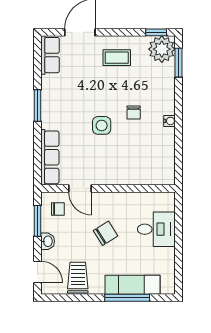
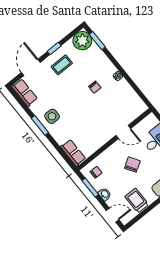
window: (156, 32) -> (54, 48), moved
side table: (102, 125) -> (52, 116), moved
row of seats: (50, 157) -> (73, 153), width x0.68
door: (80, 189) -> (123, 132), moved

